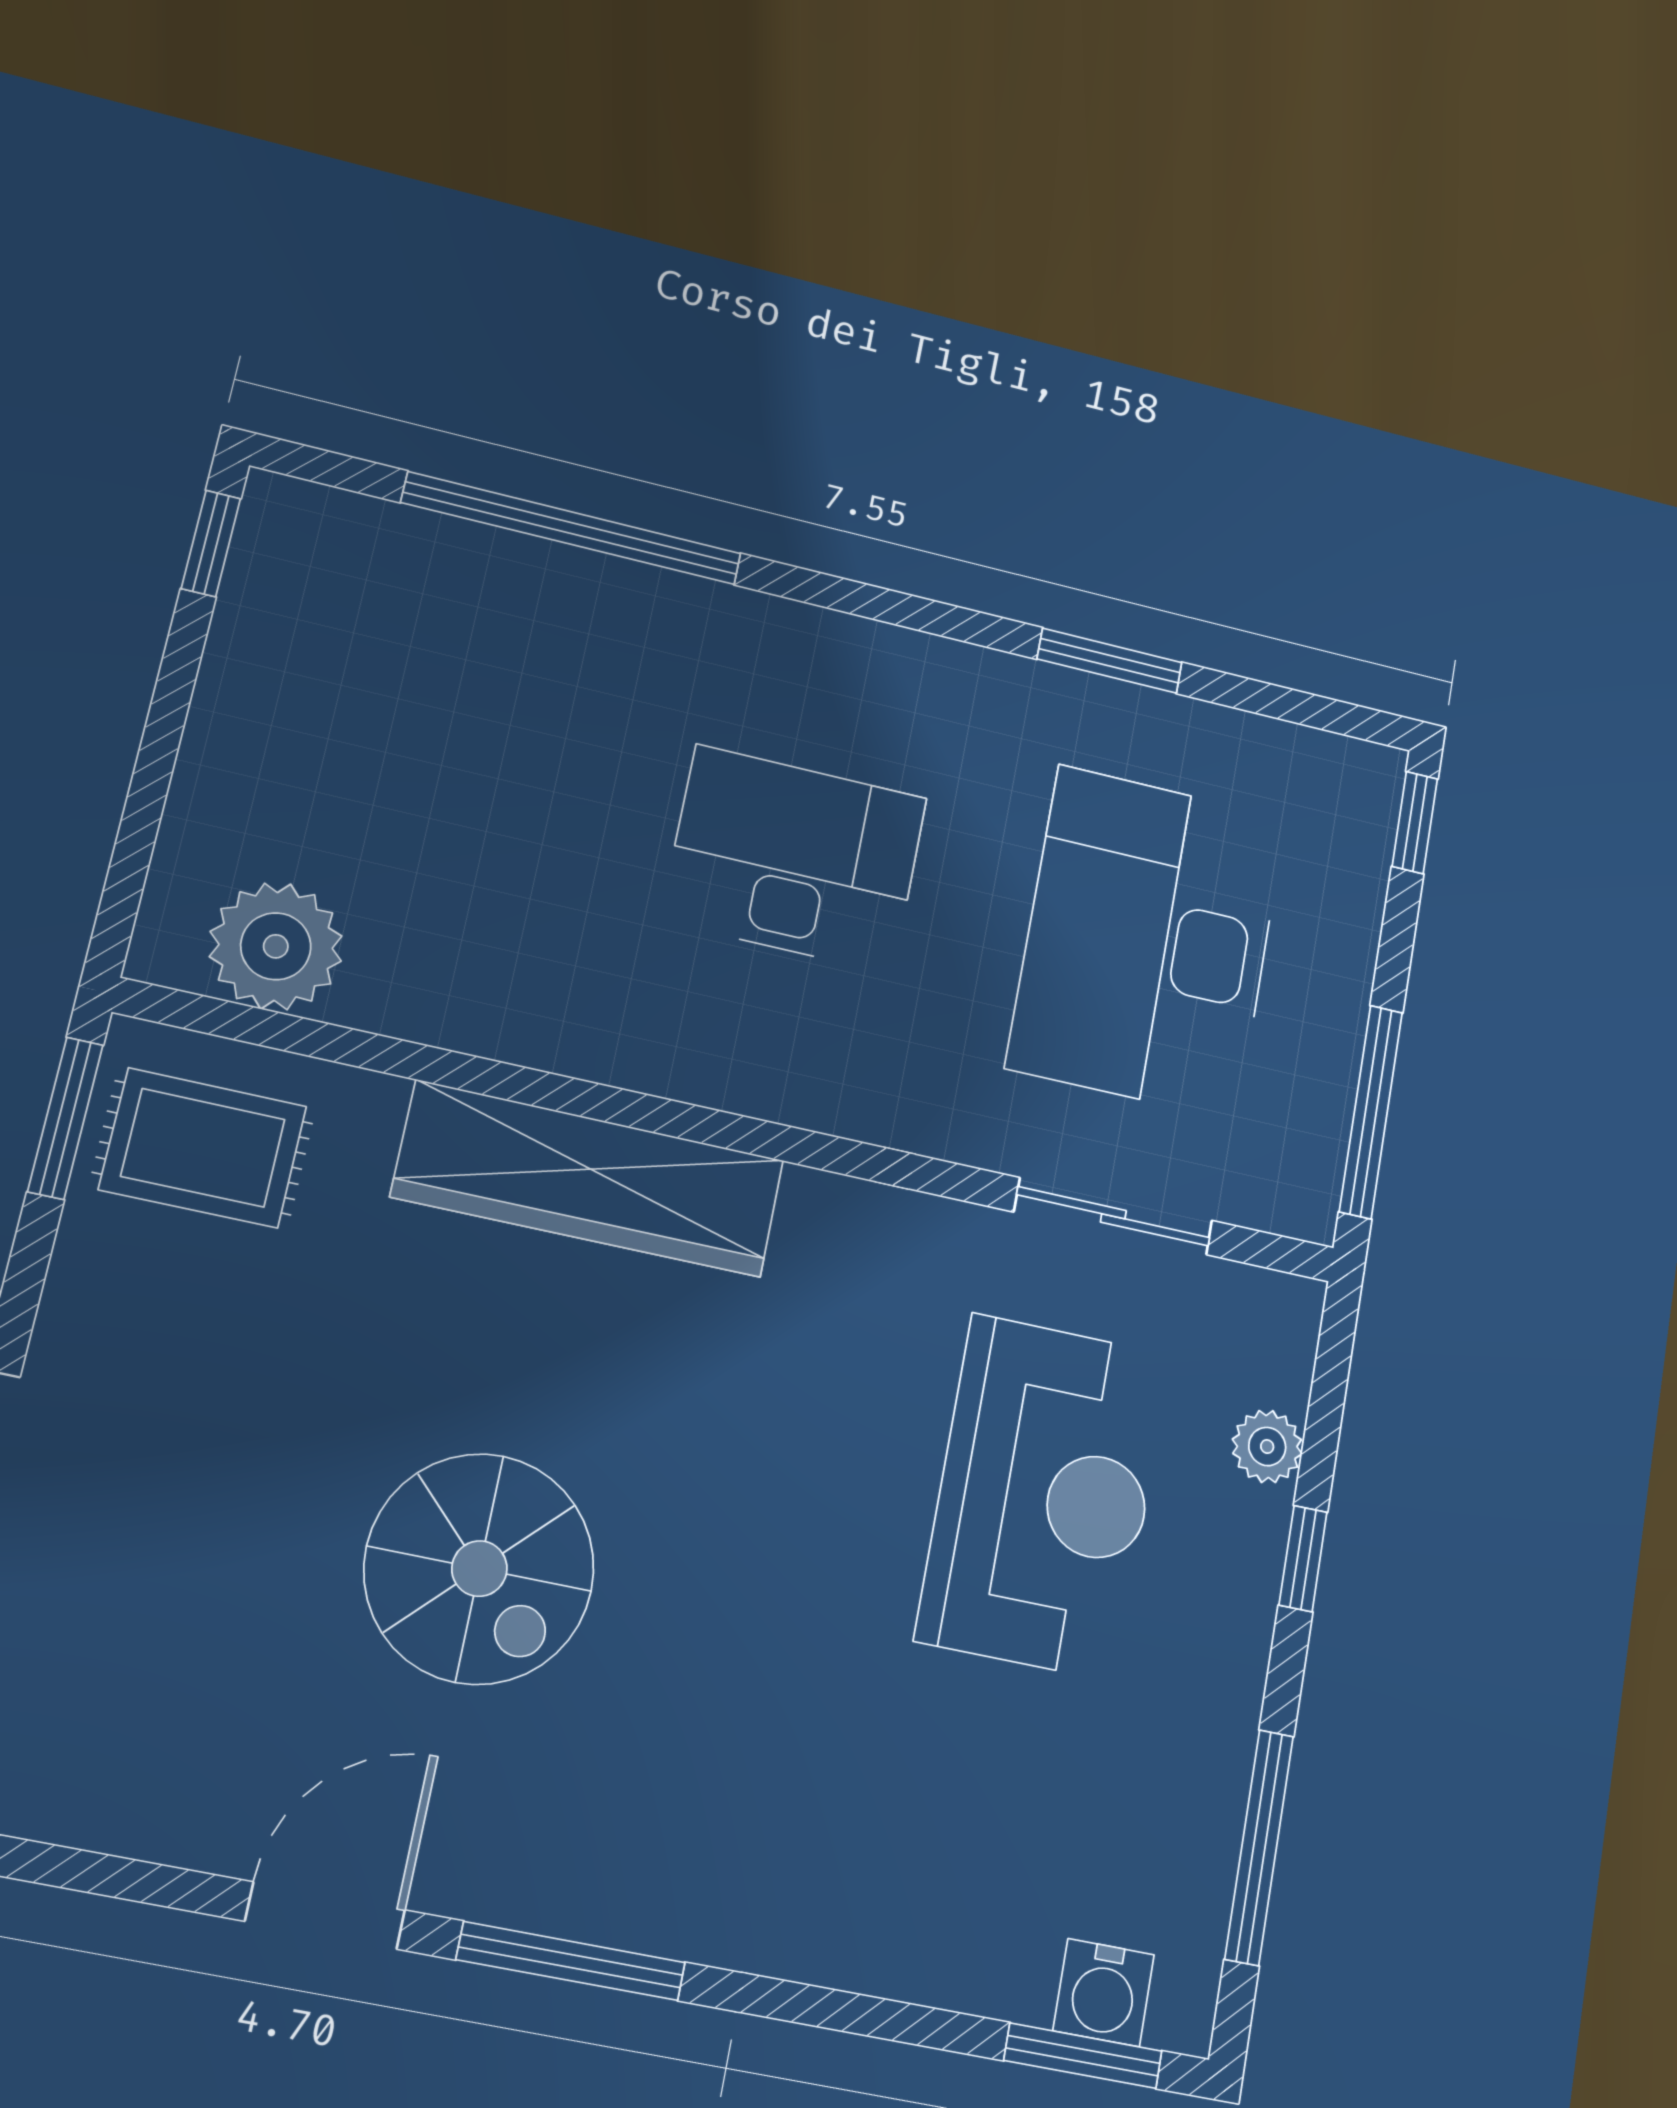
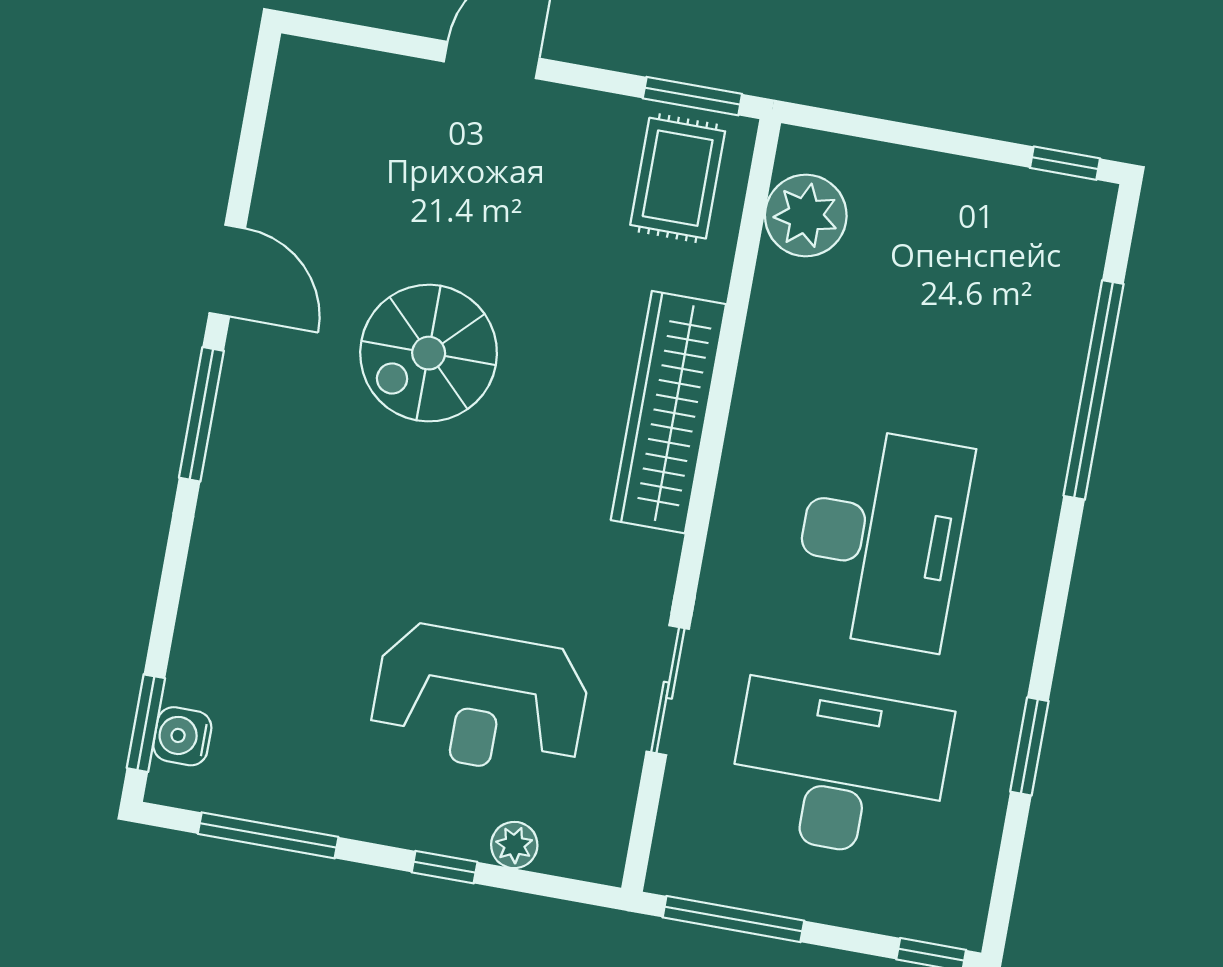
desk: (794, 859) -> (881, 538), width x1.36, depth x1.30
sliding door: (1113, 1216) -> (668, 690), moved

